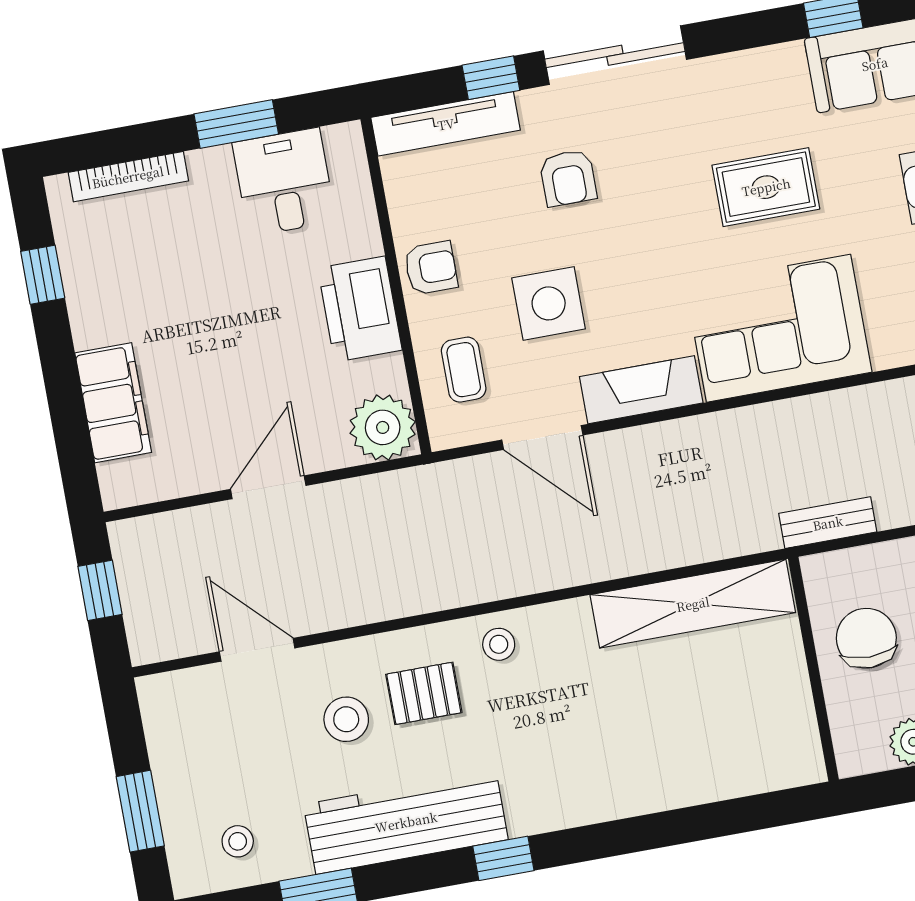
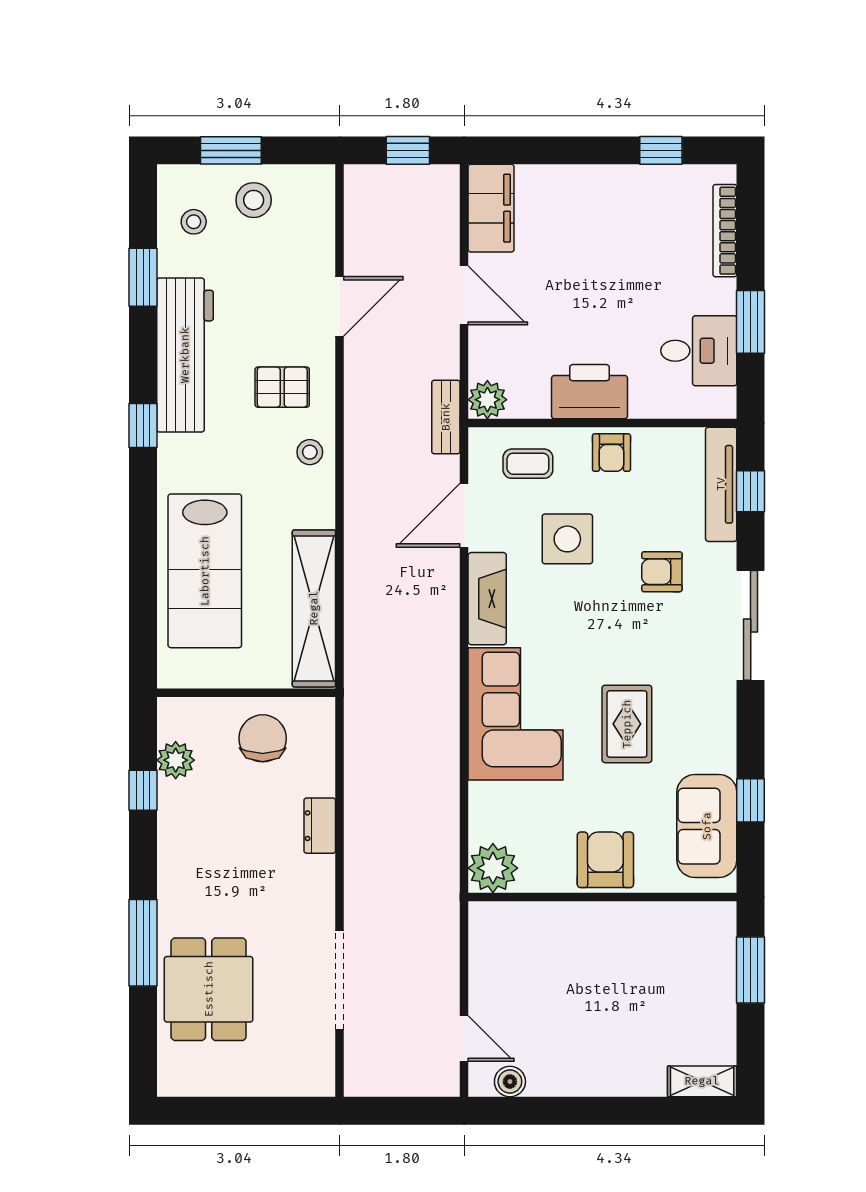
window: (491, 78) -> (751, 491), moved
filing cabinet: (113, 403) -> (491, 208), moved, turned -90
plant: (383, 427) -> (487, 400), width x0.73, depth x0.73
bench: (828, 523) -> (446, 417), moved
chair: (866, 638) -> (263, 738), turned -90
door: (257, 650) -> (340, 306), moved
pallet: (424, 693) -> (282, 387), turned 90
stool: (346, 719) -> (254, 200), moved
lab bench: (671, 748) -> (205, 571), added

